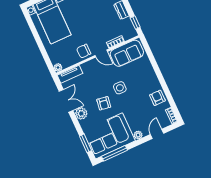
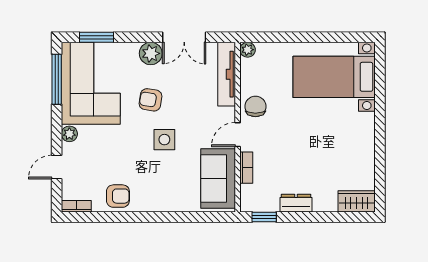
tv unit: (70, 74) -> (227, 74), width x1.41
door: (157, 134) -> (57, 167), swing flipped

